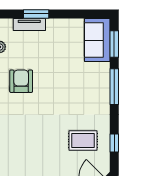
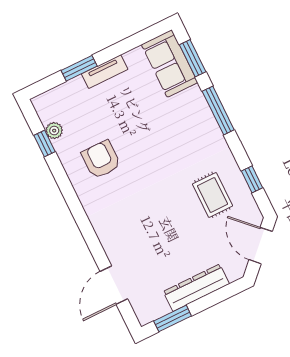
tv unit: (29, 24) -> (105, 72), moved
rug: (83, 141) -> (212, 195), turned 90

